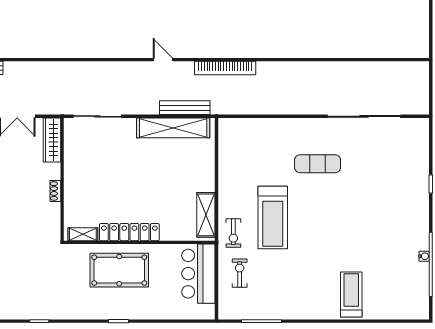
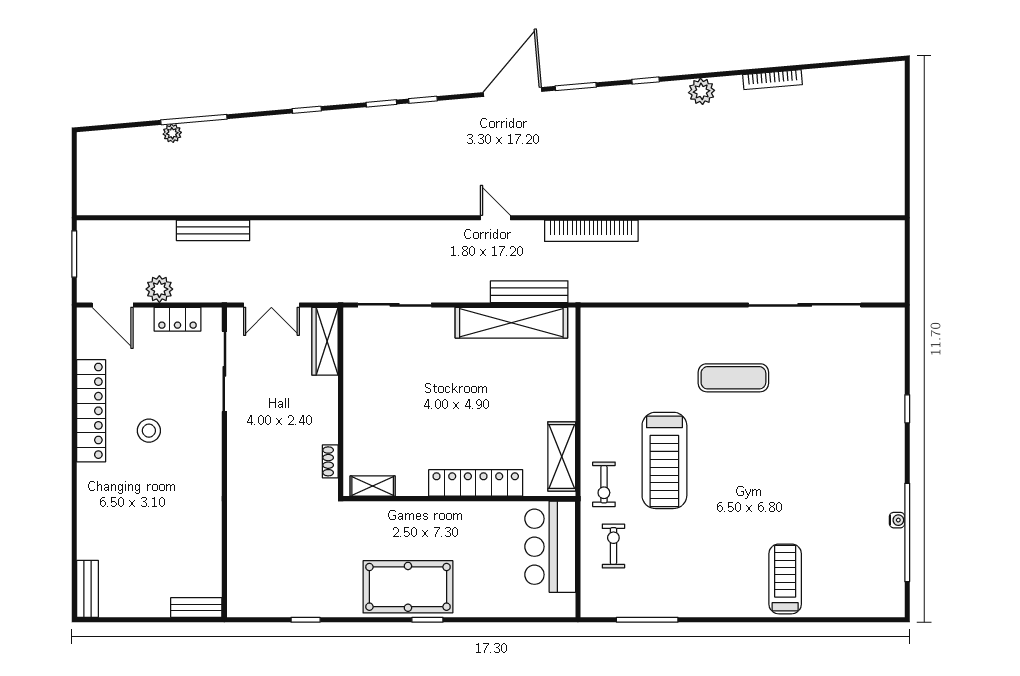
shoe rack: (55, 191) -> (330, 461), moved
locker: (129, 232) -> (476, 483), moved
pool table: (119, 270) -> (408, 587), moved

